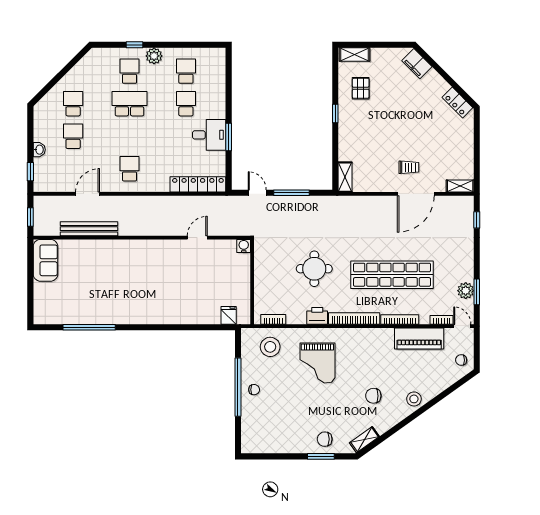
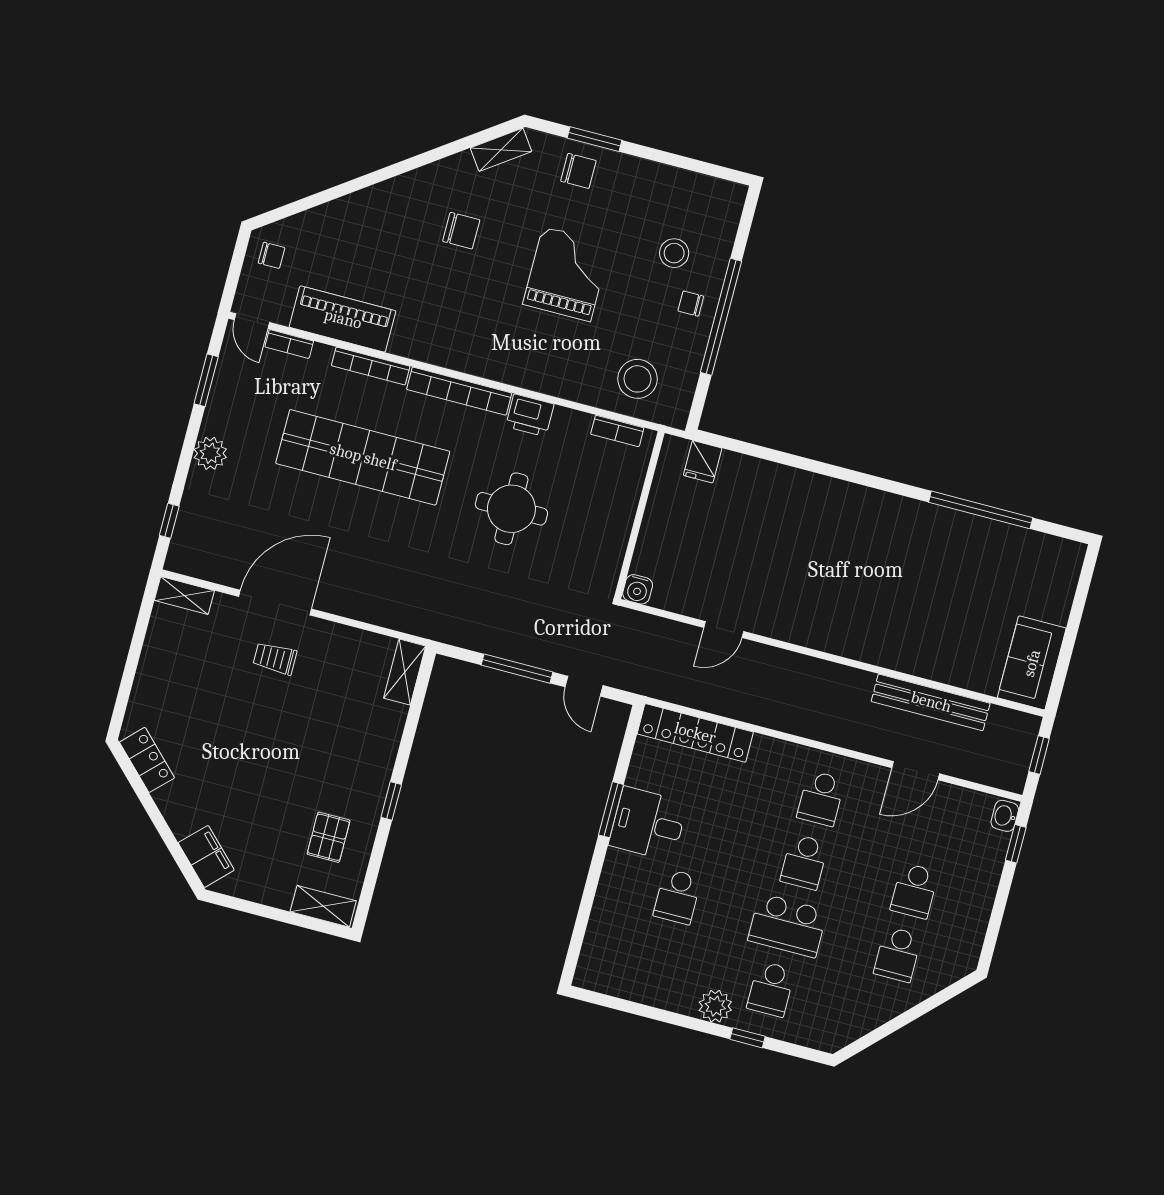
school desk: (186, 71) -> (804, 862), moved
washbasin: (39, 150) -> (1005, 816), moved
plant: (466, 291) -> (210, 453), moved
grand piano: (317, 363) -> (567, 274), moved
stool: (414, 399) -> (674, 253), moved

